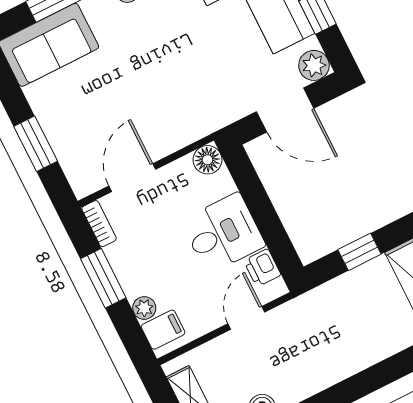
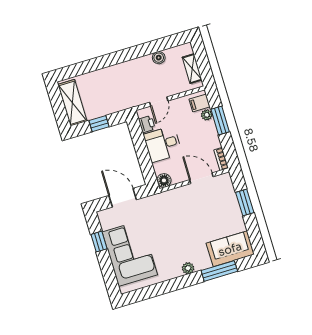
plant: (314, 65) -> (105, 217), removed
door: (132, 178) -> (201, 178), swing flipped
window: (103, 278) -> (220, 120), moved

